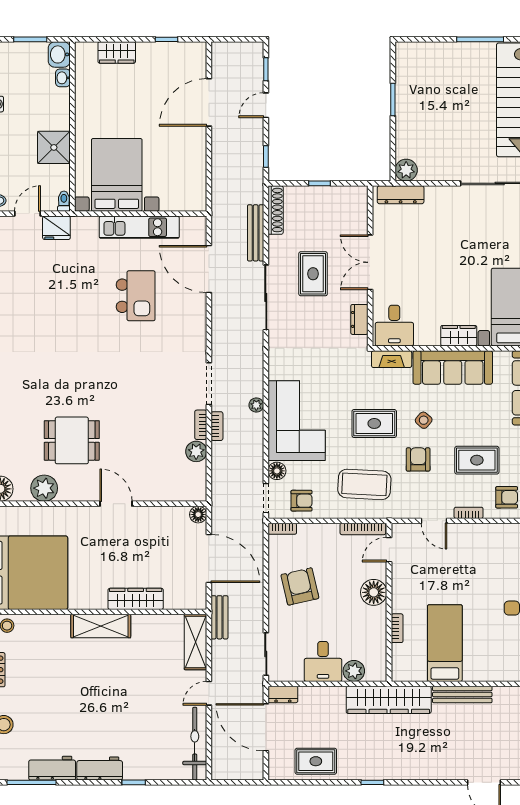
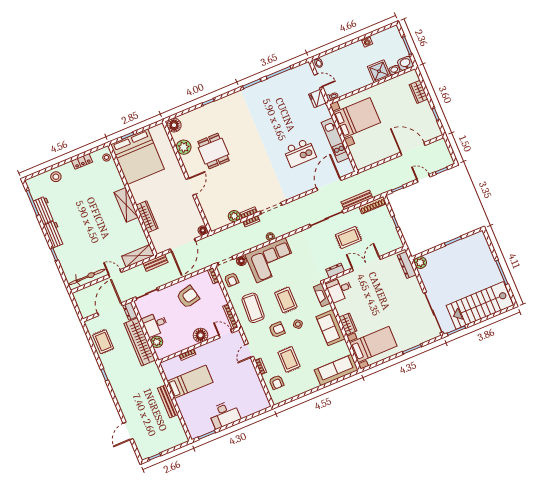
shower: (54, 147) -> (379, 71), moved
sofa: (453, 367) -> (331, 328), width x0.73
wardrobe: (389, 700) -> (140, 342), moved

